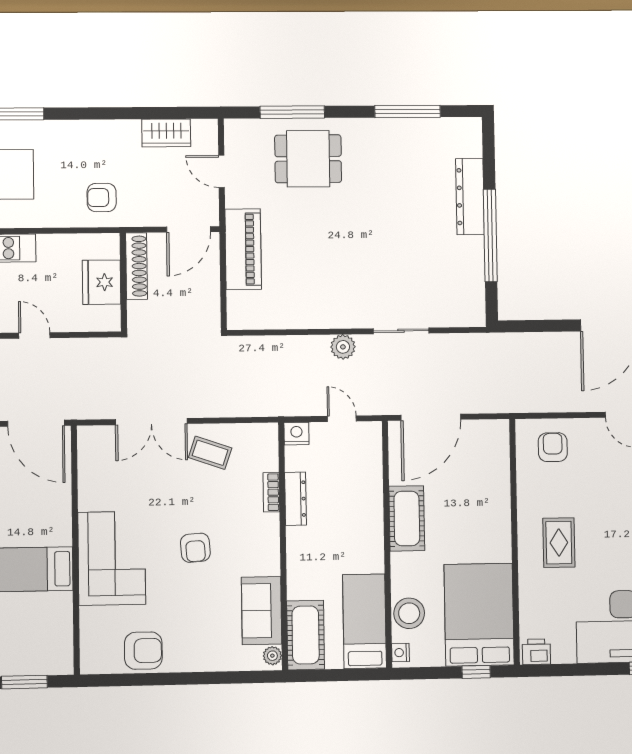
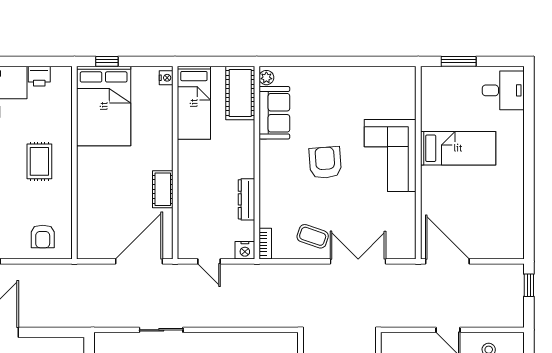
plant: (343, 347) -> (207, 318), removed
bookcase: (271, 492) -> (265, 244), moved
cot: (407, 518) -> (163, 189), width x0.73, depth x0.75
armchair: (195, 548) -> (325, 163), width x1.38, depth x1.38
stool: (409, 613) -> (159, 108), removed
armchair: (143, 651) -> (367, 84), removed
printer: (536, 652) -> (39, 76), moved

